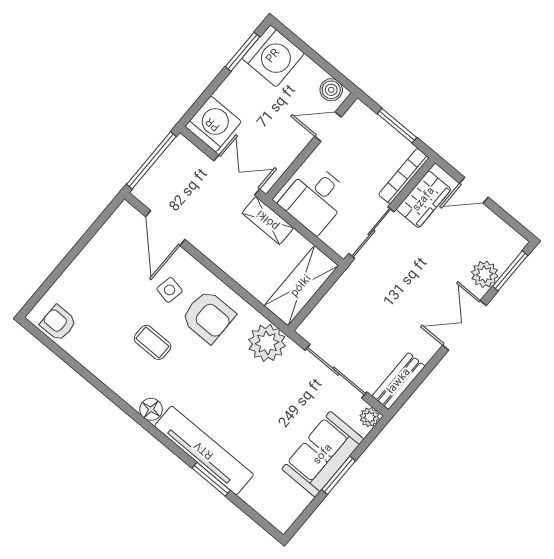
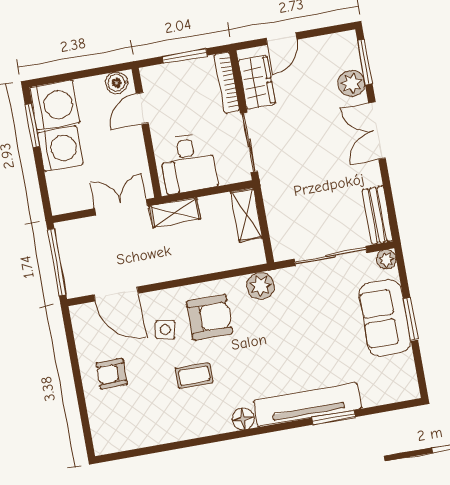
washing machine: (213, 124) -> (60, 148), moved, turned 90
shelving: (301, 286) -> (246, 215), width x0.67, depth x0.75
armchair: (58, 323) -> (112, 374), moved
plant: (267, 343) -> (260, 286), width x0.73, depth x0.73

